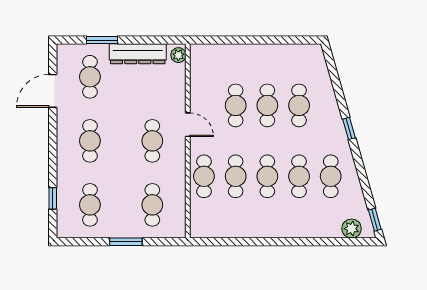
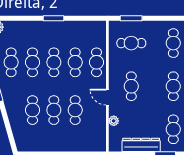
plant: (178, 55) -> (114, 121), moved
cafe table: (152, 205) -> (131, 43), turned 90
window: (126, 242) -> (131, 18), moved
window: (268, 242) -> (54, 18), added

